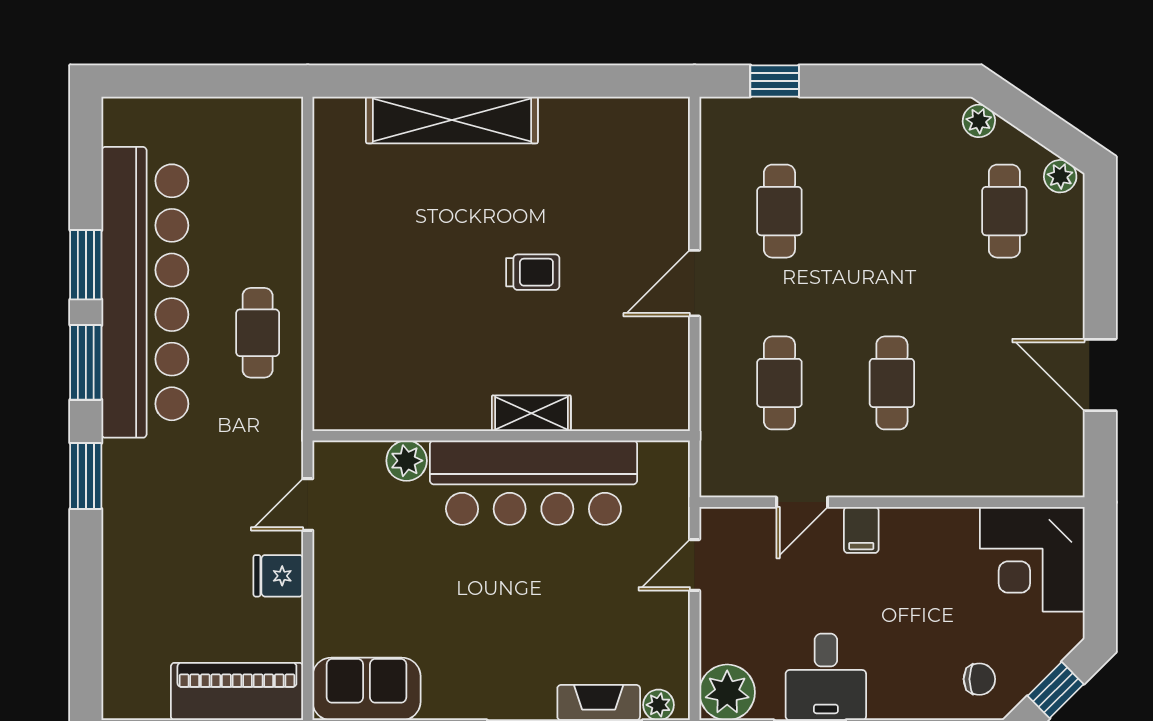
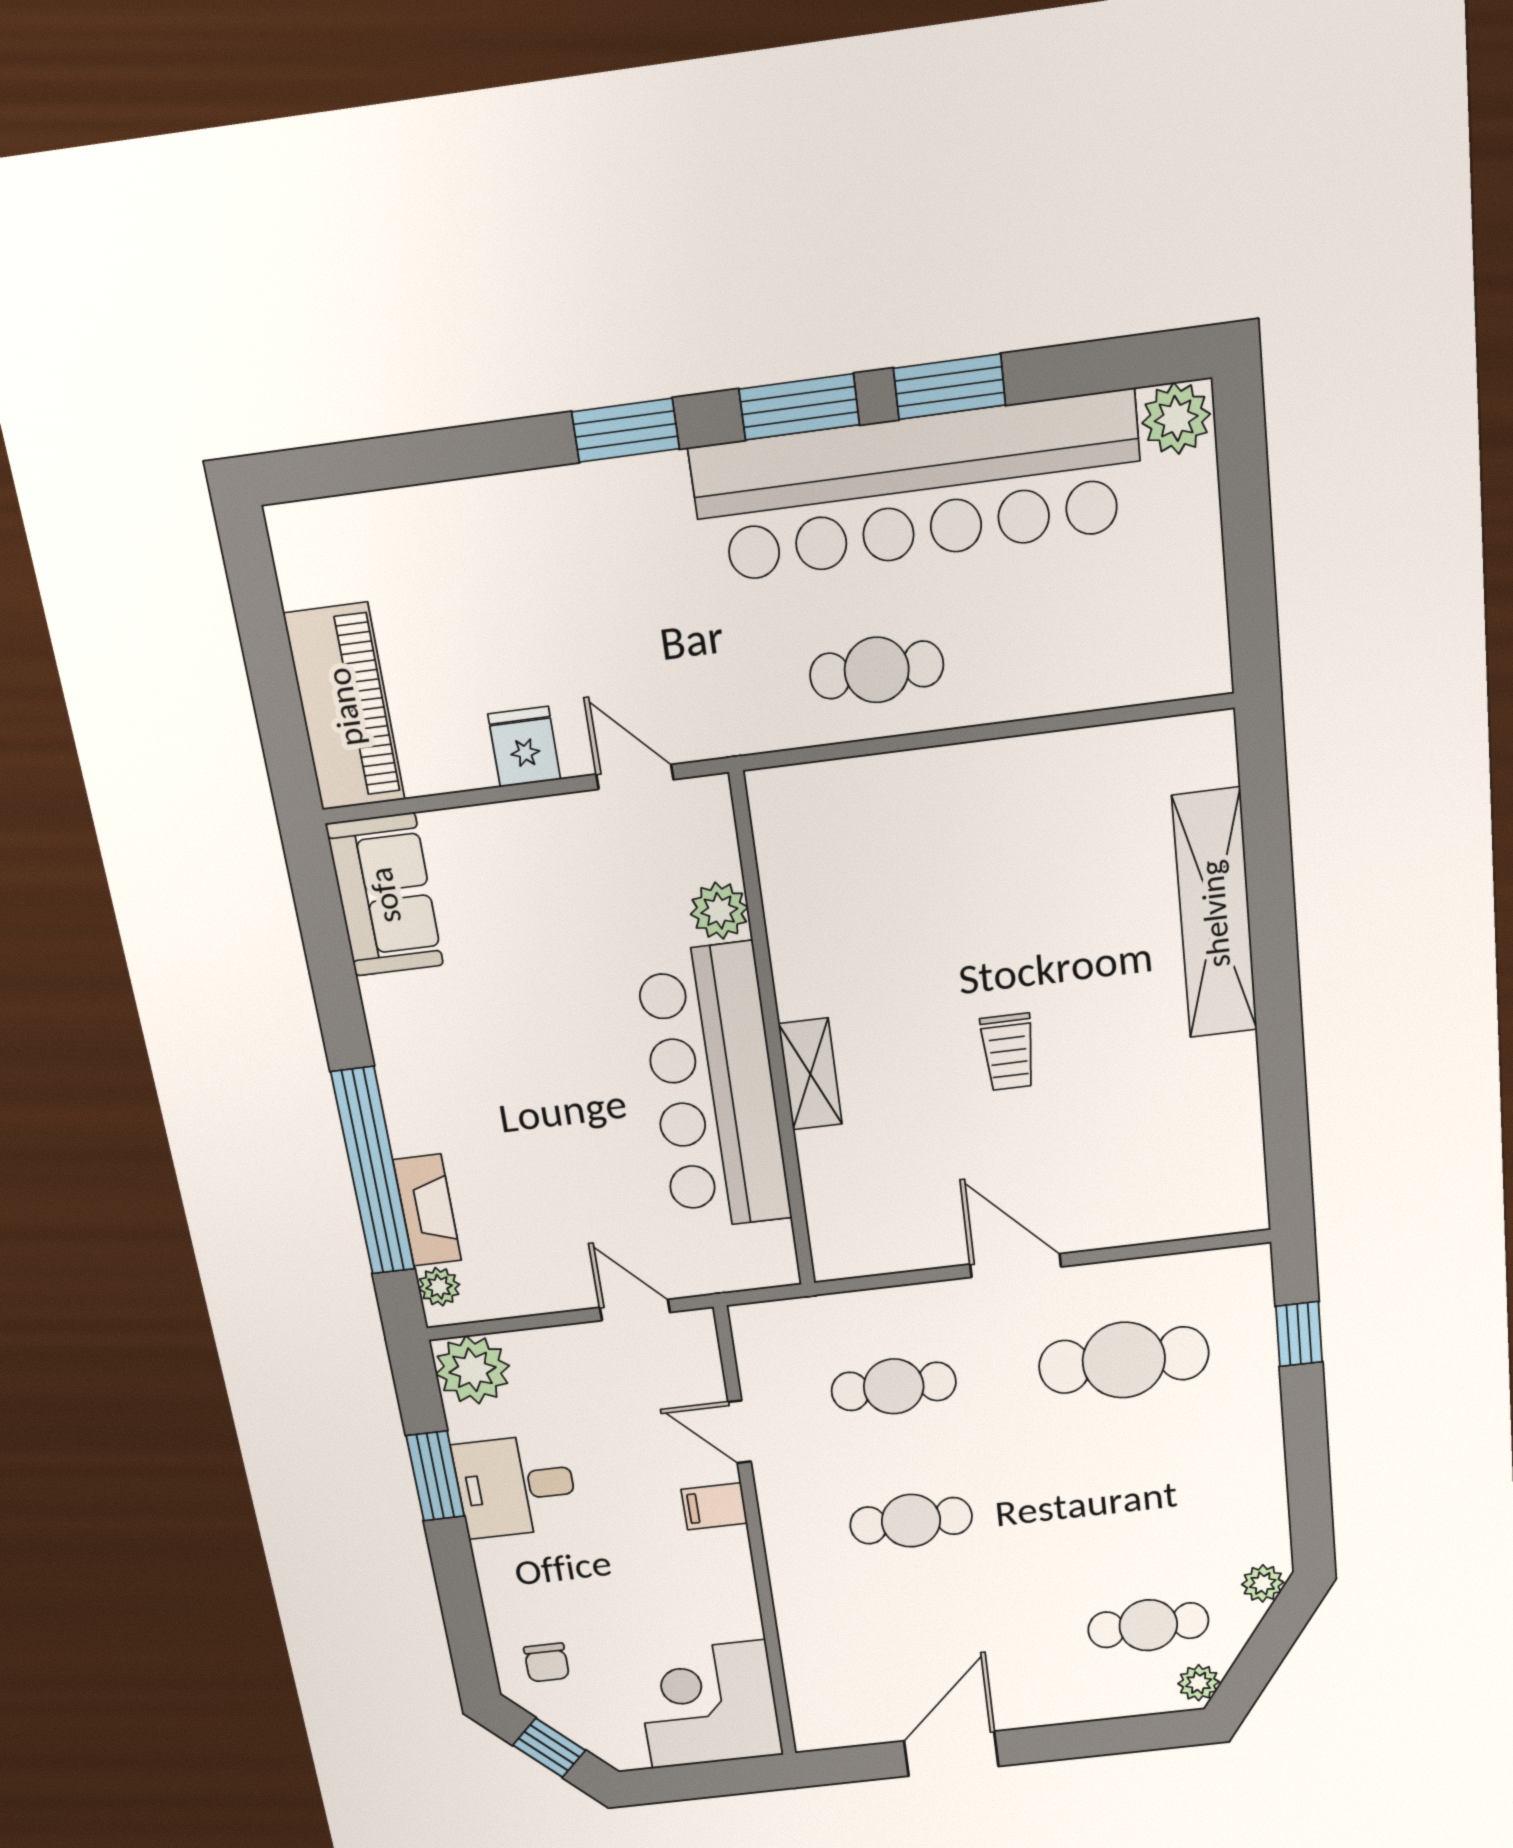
plant: (124, 122) -> (1176, 418), added
cafe table: (779, 211) -> (1124, 1360), width x1.37, depth x1.35

